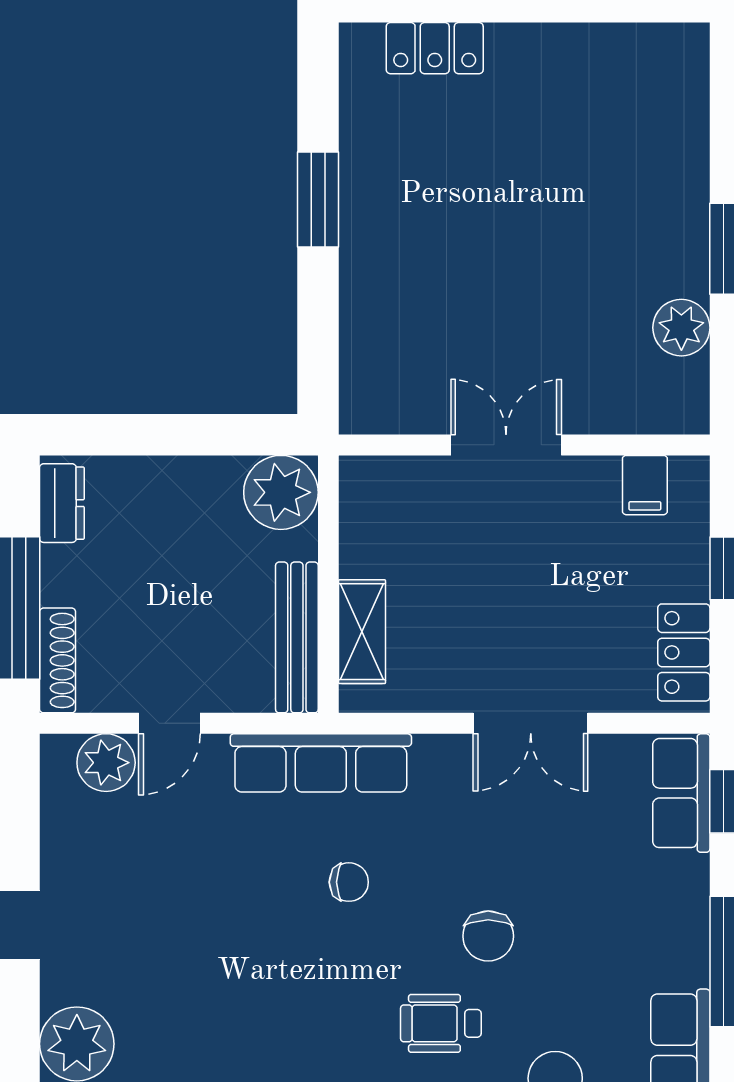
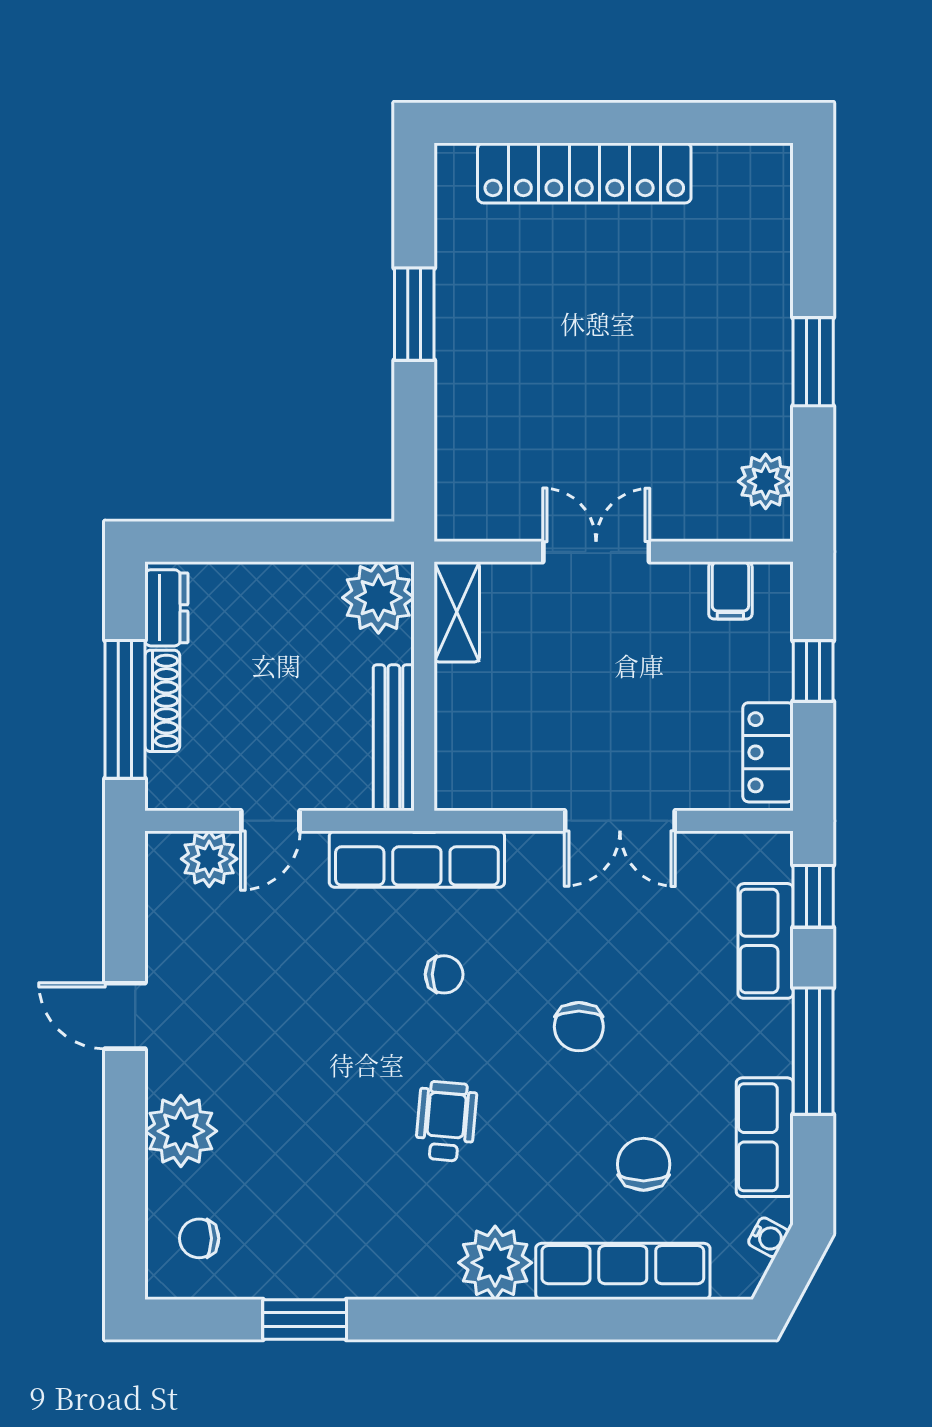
locker: (435, 48) -> (584, 173), width x2.16, depth x1.21
plant: (681, 328) -> (766, 481), moved
shelving: (362, 632) -> (457, 612), moved
shoe rack: (58, 660) -> (162, 701), moved
row of seats: (681, 793) -> (766, 941), moved
wheelchair: (441, 1023) -> (446, 1121), moved, turned 95

